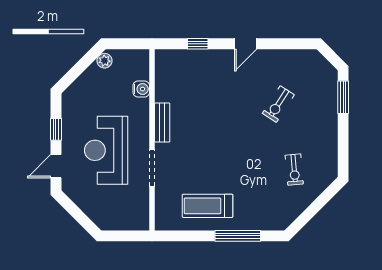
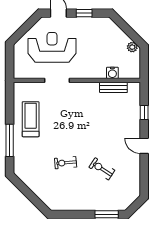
bench: (162, 123) -> (113, 87), moved
reception desk: (106, 150) -> (52, 47), moved
exercise bike: (294, 170) -> (66, 163), moved

